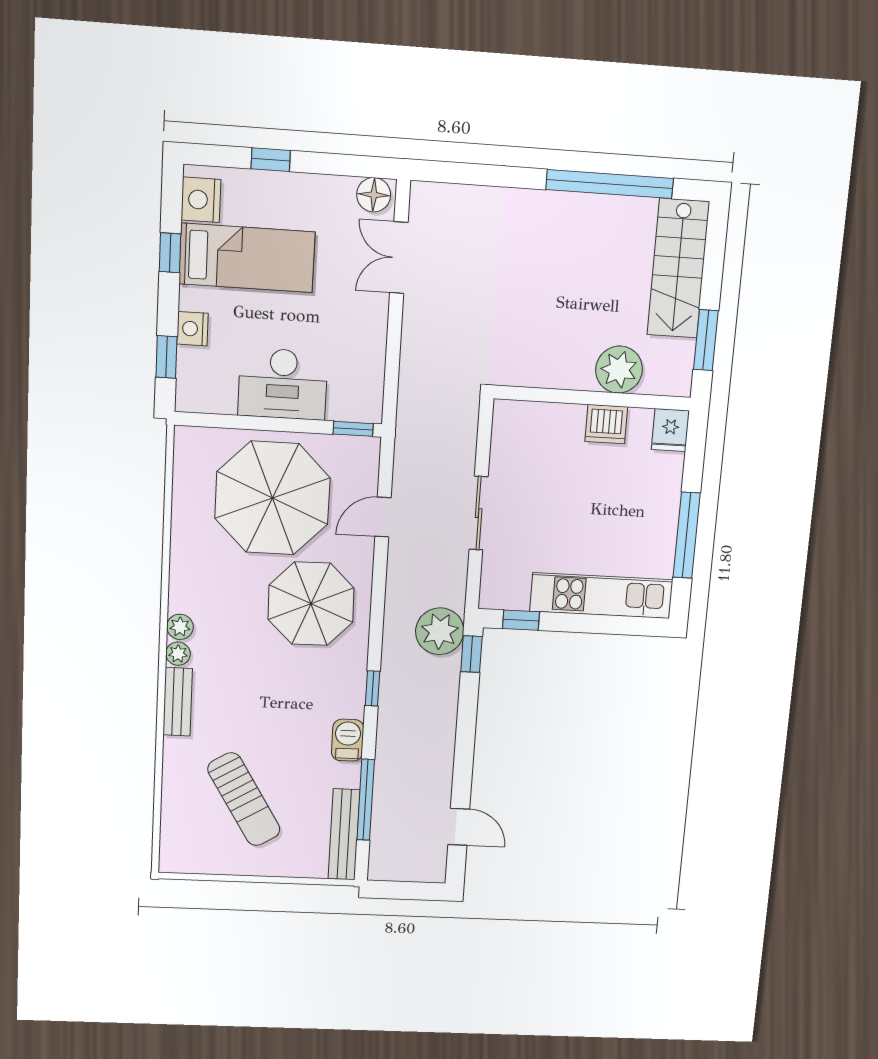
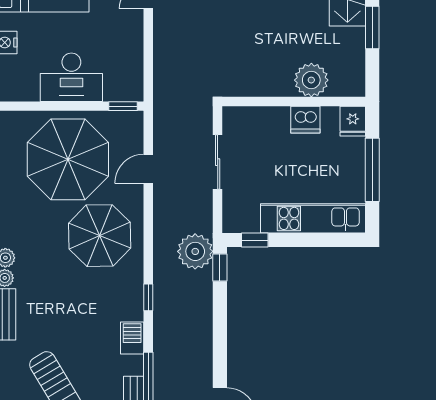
plant: (619, 370) -> (311, 80), moved
wall: (592, 398) -> (294, 102), moved
dishwasher: (606, 424) -> (305, 120), moved
fridge: (670, 430) -> (353, 121), moved

